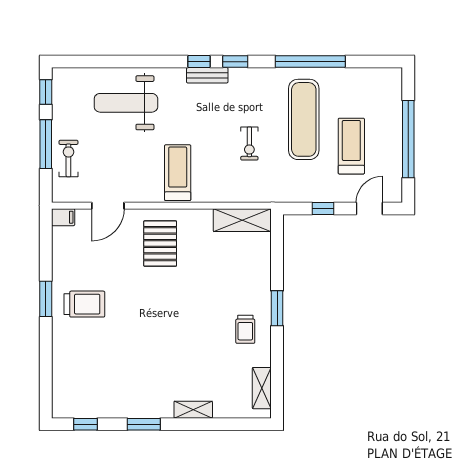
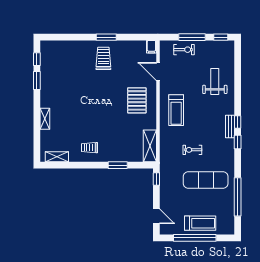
window: (310, 62) -> (238, 197), moved
weight bench: (126, 103) -> (215, 81), width x0.73, depth x0.75
treadmill: (351, 146) -> (200, 223), moved
treadmill: (178, 173) -> (176, 110), turned 90
window: (323, 209) -> (156, 179), moved
pallet: (160, 244) -> (137, 100), turned 90
trolley: (84, 304) -> (103, 58), turned 180
window: (277, 308) -> (118, 165), moved
window: (144, 424) -> (37, 81), moved

